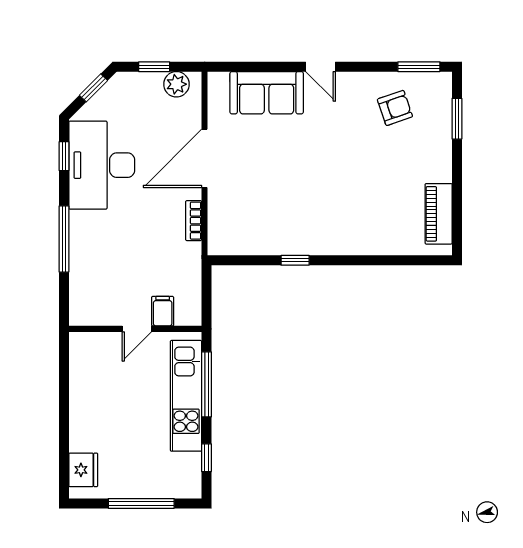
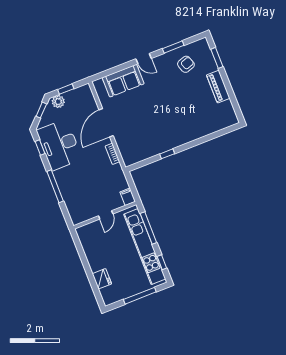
window: (419, 67) -> (173, 47), moved
plant: (176, 84) -> (58, 102), moved
piano: (439, 214) -> (218, 87), moved
filing cabinet: (163, 311) -> (128, 197), moved
kitchen unit: (186, 396) -> (145, 247), width x1.36
fridge: (83, 470) -> (102, 279), moved

